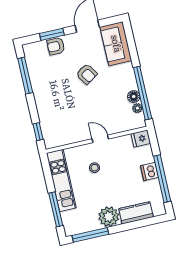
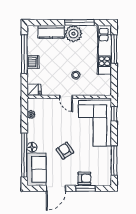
window: (143, 93) -> (24, 155), moved
floor lamp: (134, 97) -> (32, 147), moved
corner sofa: (58, 115) -> (95, 123), added
kitchen unit: (61, 180) -> (104, 50), moved
window: (90, 235) -> (79, 23), moved

